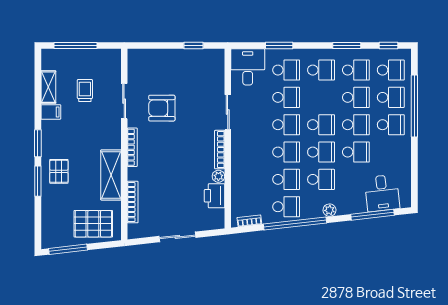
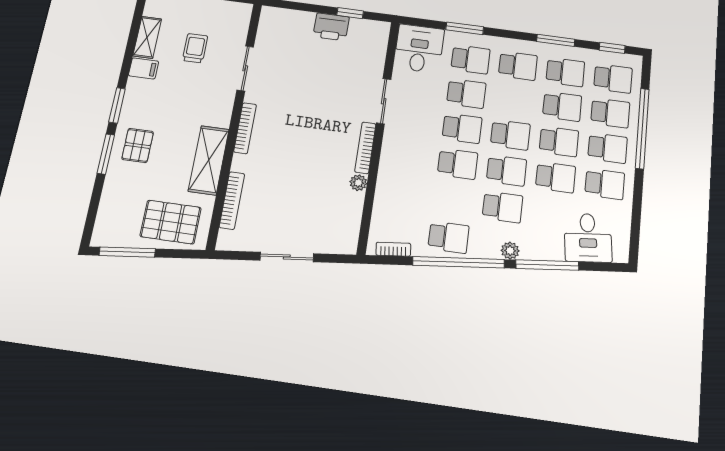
armchair: (162, 108) -> (295, 84), removed
school desk: (286, 179) -> (605, 184), moved
printer: (215, 196) -> (331, 27), moved, turned -90
window: (373, 215) -> (547, 265), moved

